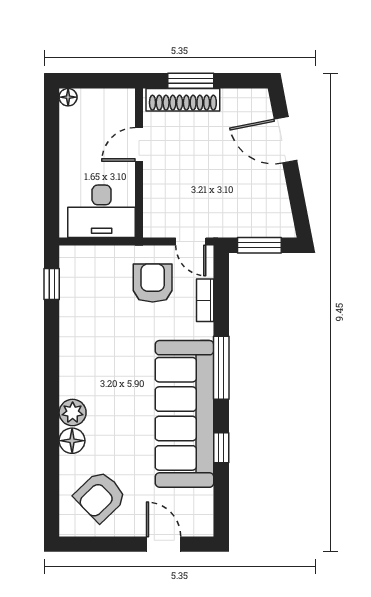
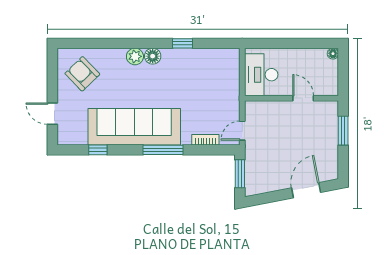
shoe rack: (183, 100) -> (331, 126), removed
armchair: (153, 283) -> (216, 107), removed
window: (52, 284) -> (183, 43), moved
floor lamp: (72, 441) -> (153, 56), moved
window: (221, 448) -> (98, 150), moved
door: (164, 544) -> (52, 114), swing flipped

